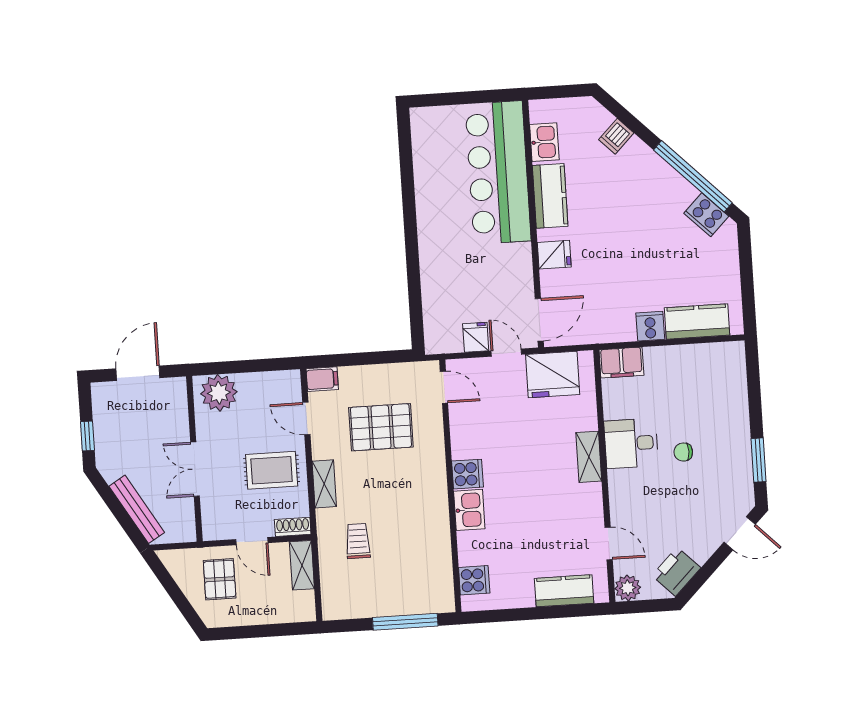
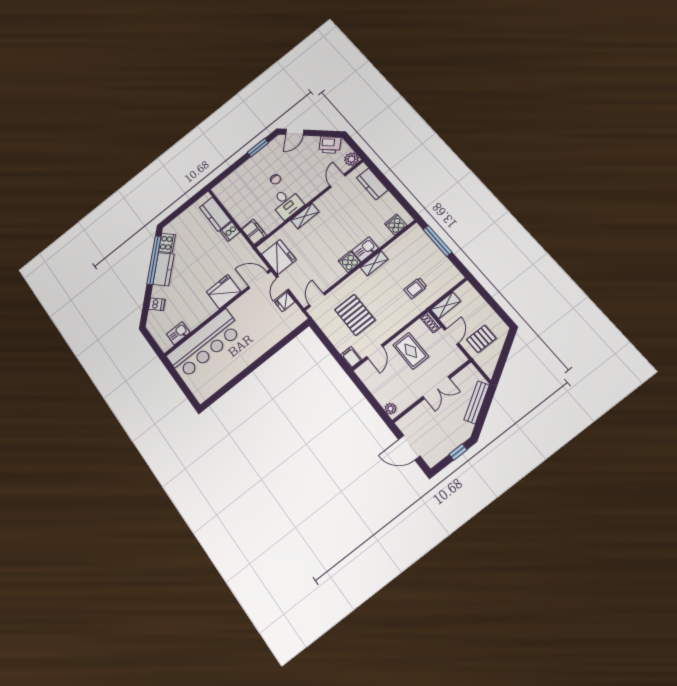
kitchen counter: (550, 196) -> (163, 269), moved, turned 135
fridge: (554, 255) -> (224, 292), width x1.88, depth x1.34
plant: (219, 393) -> (391, 409), width x0.53, depth x0.53
shelving: (324, 484) -> (374, 263), moved
door: (740, 533) -> (295, 132), swing flipped

